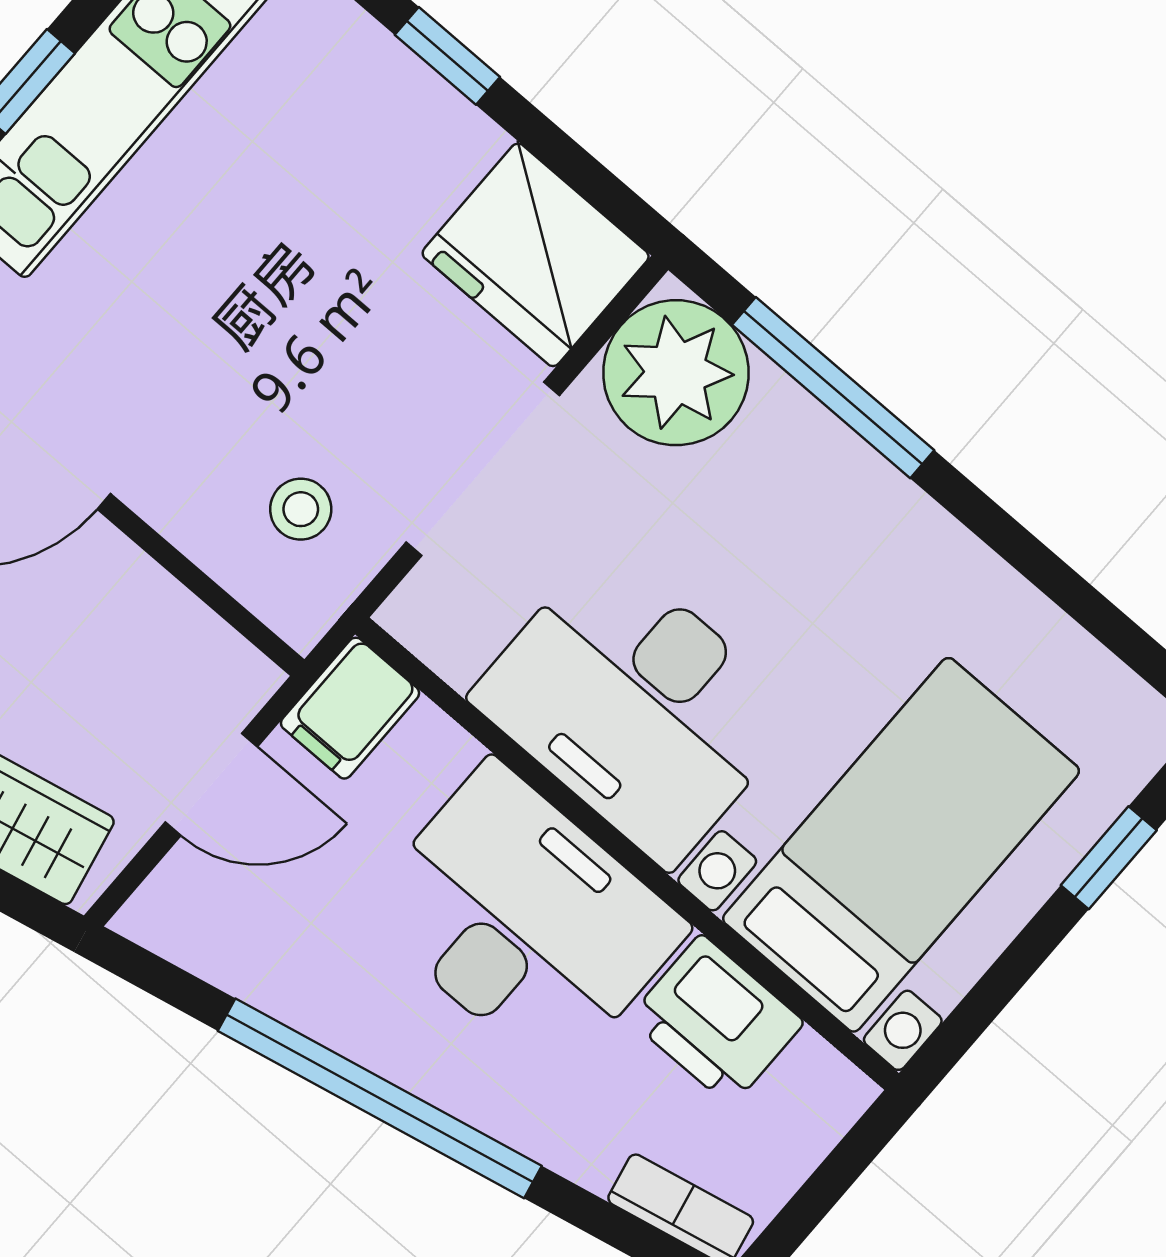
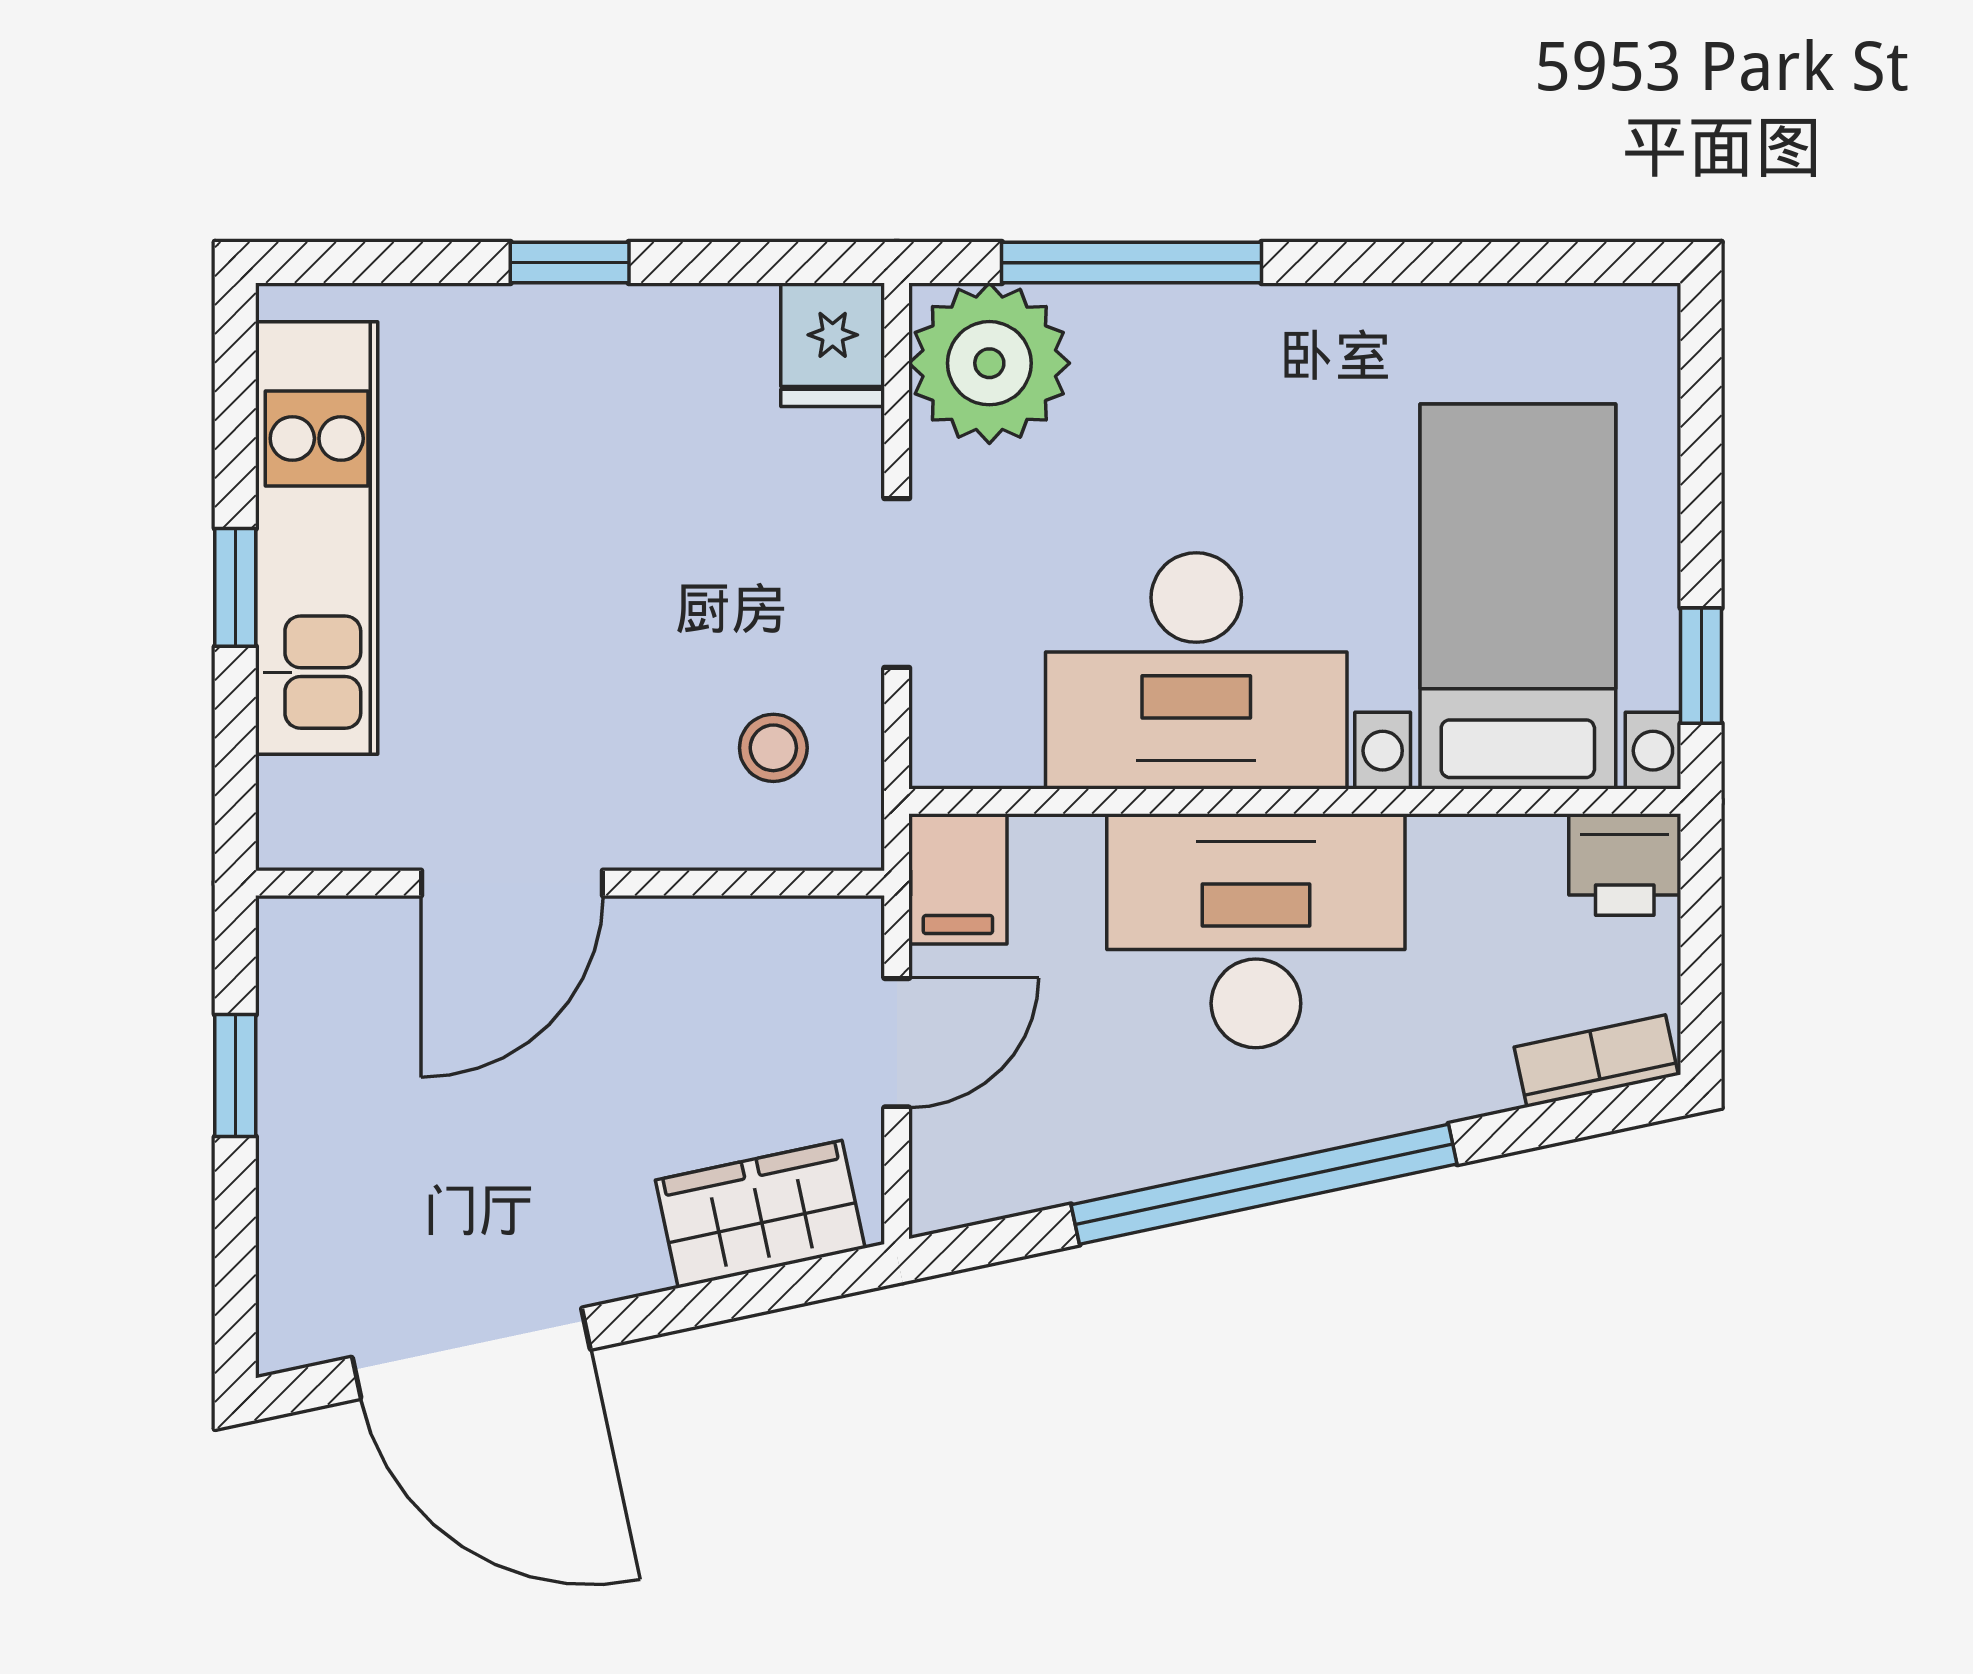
fridge: (536, 255) -> (833, 345), width x0.53, depth x0.75
doorway: (483, 469) -> (897, 583), width x0.73
window: (1109, 858) -> (1701, 666), moved
printer: (716, 1020) -> (1625, 865), moved, width x0.73, depth x0.81

